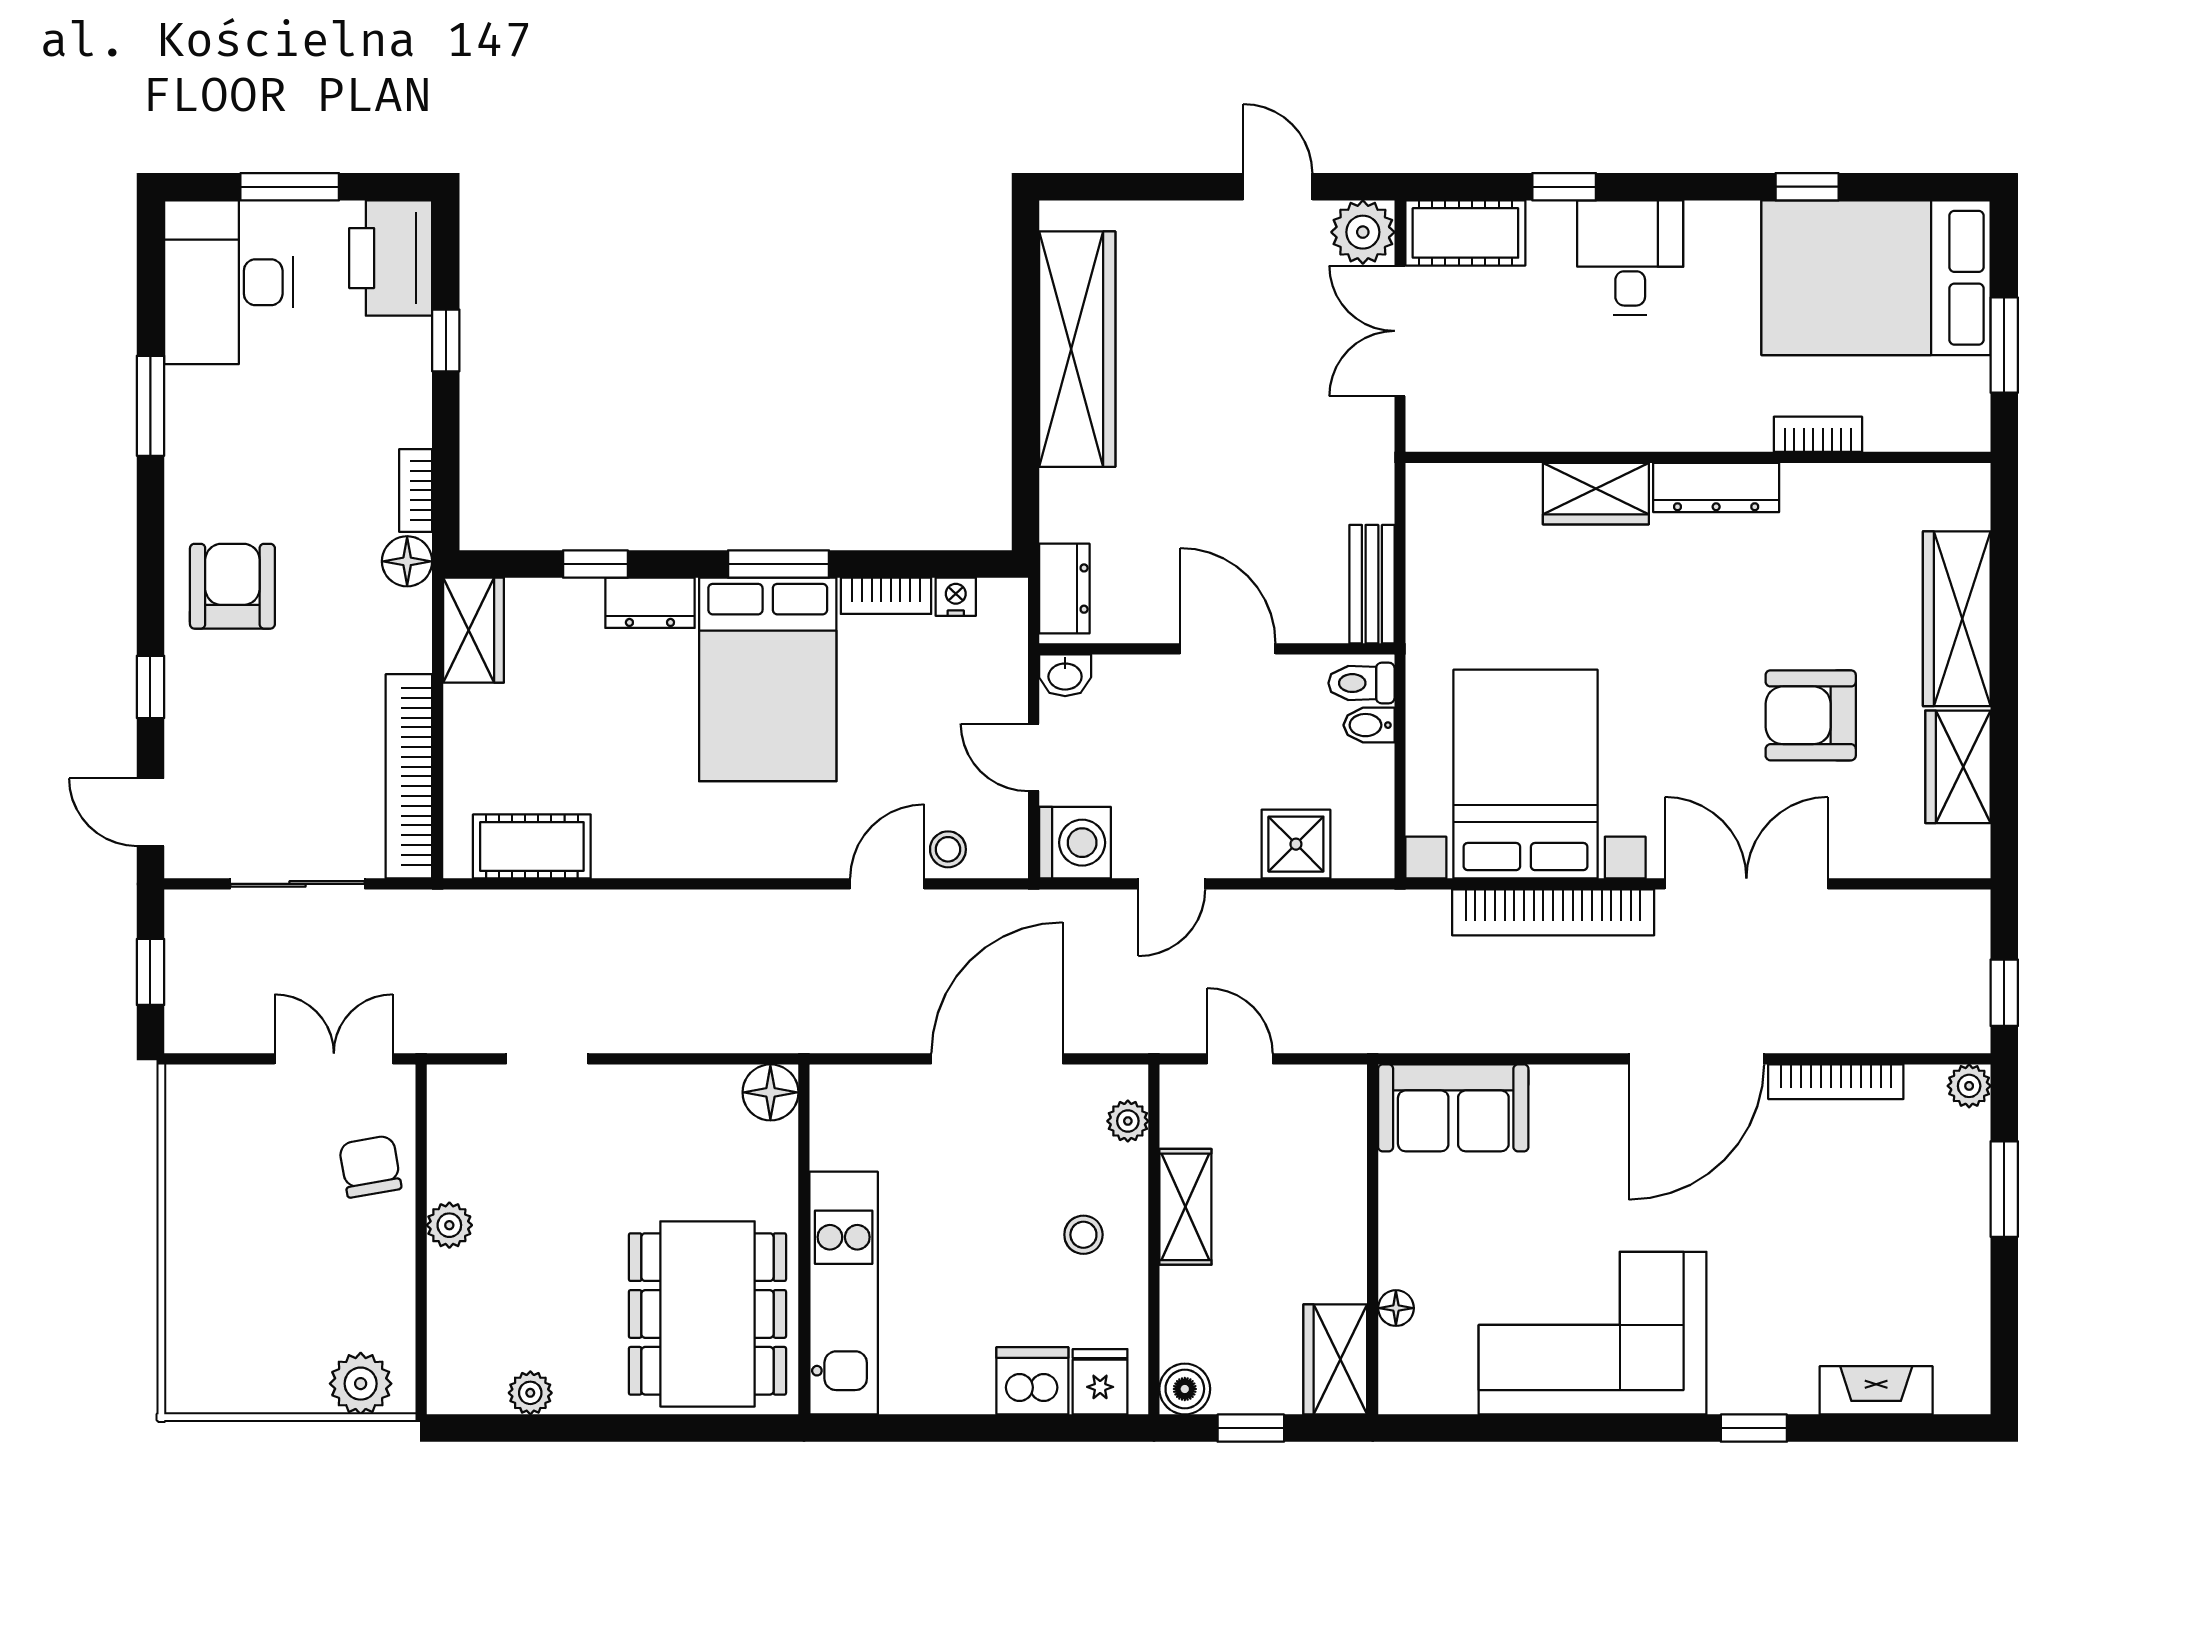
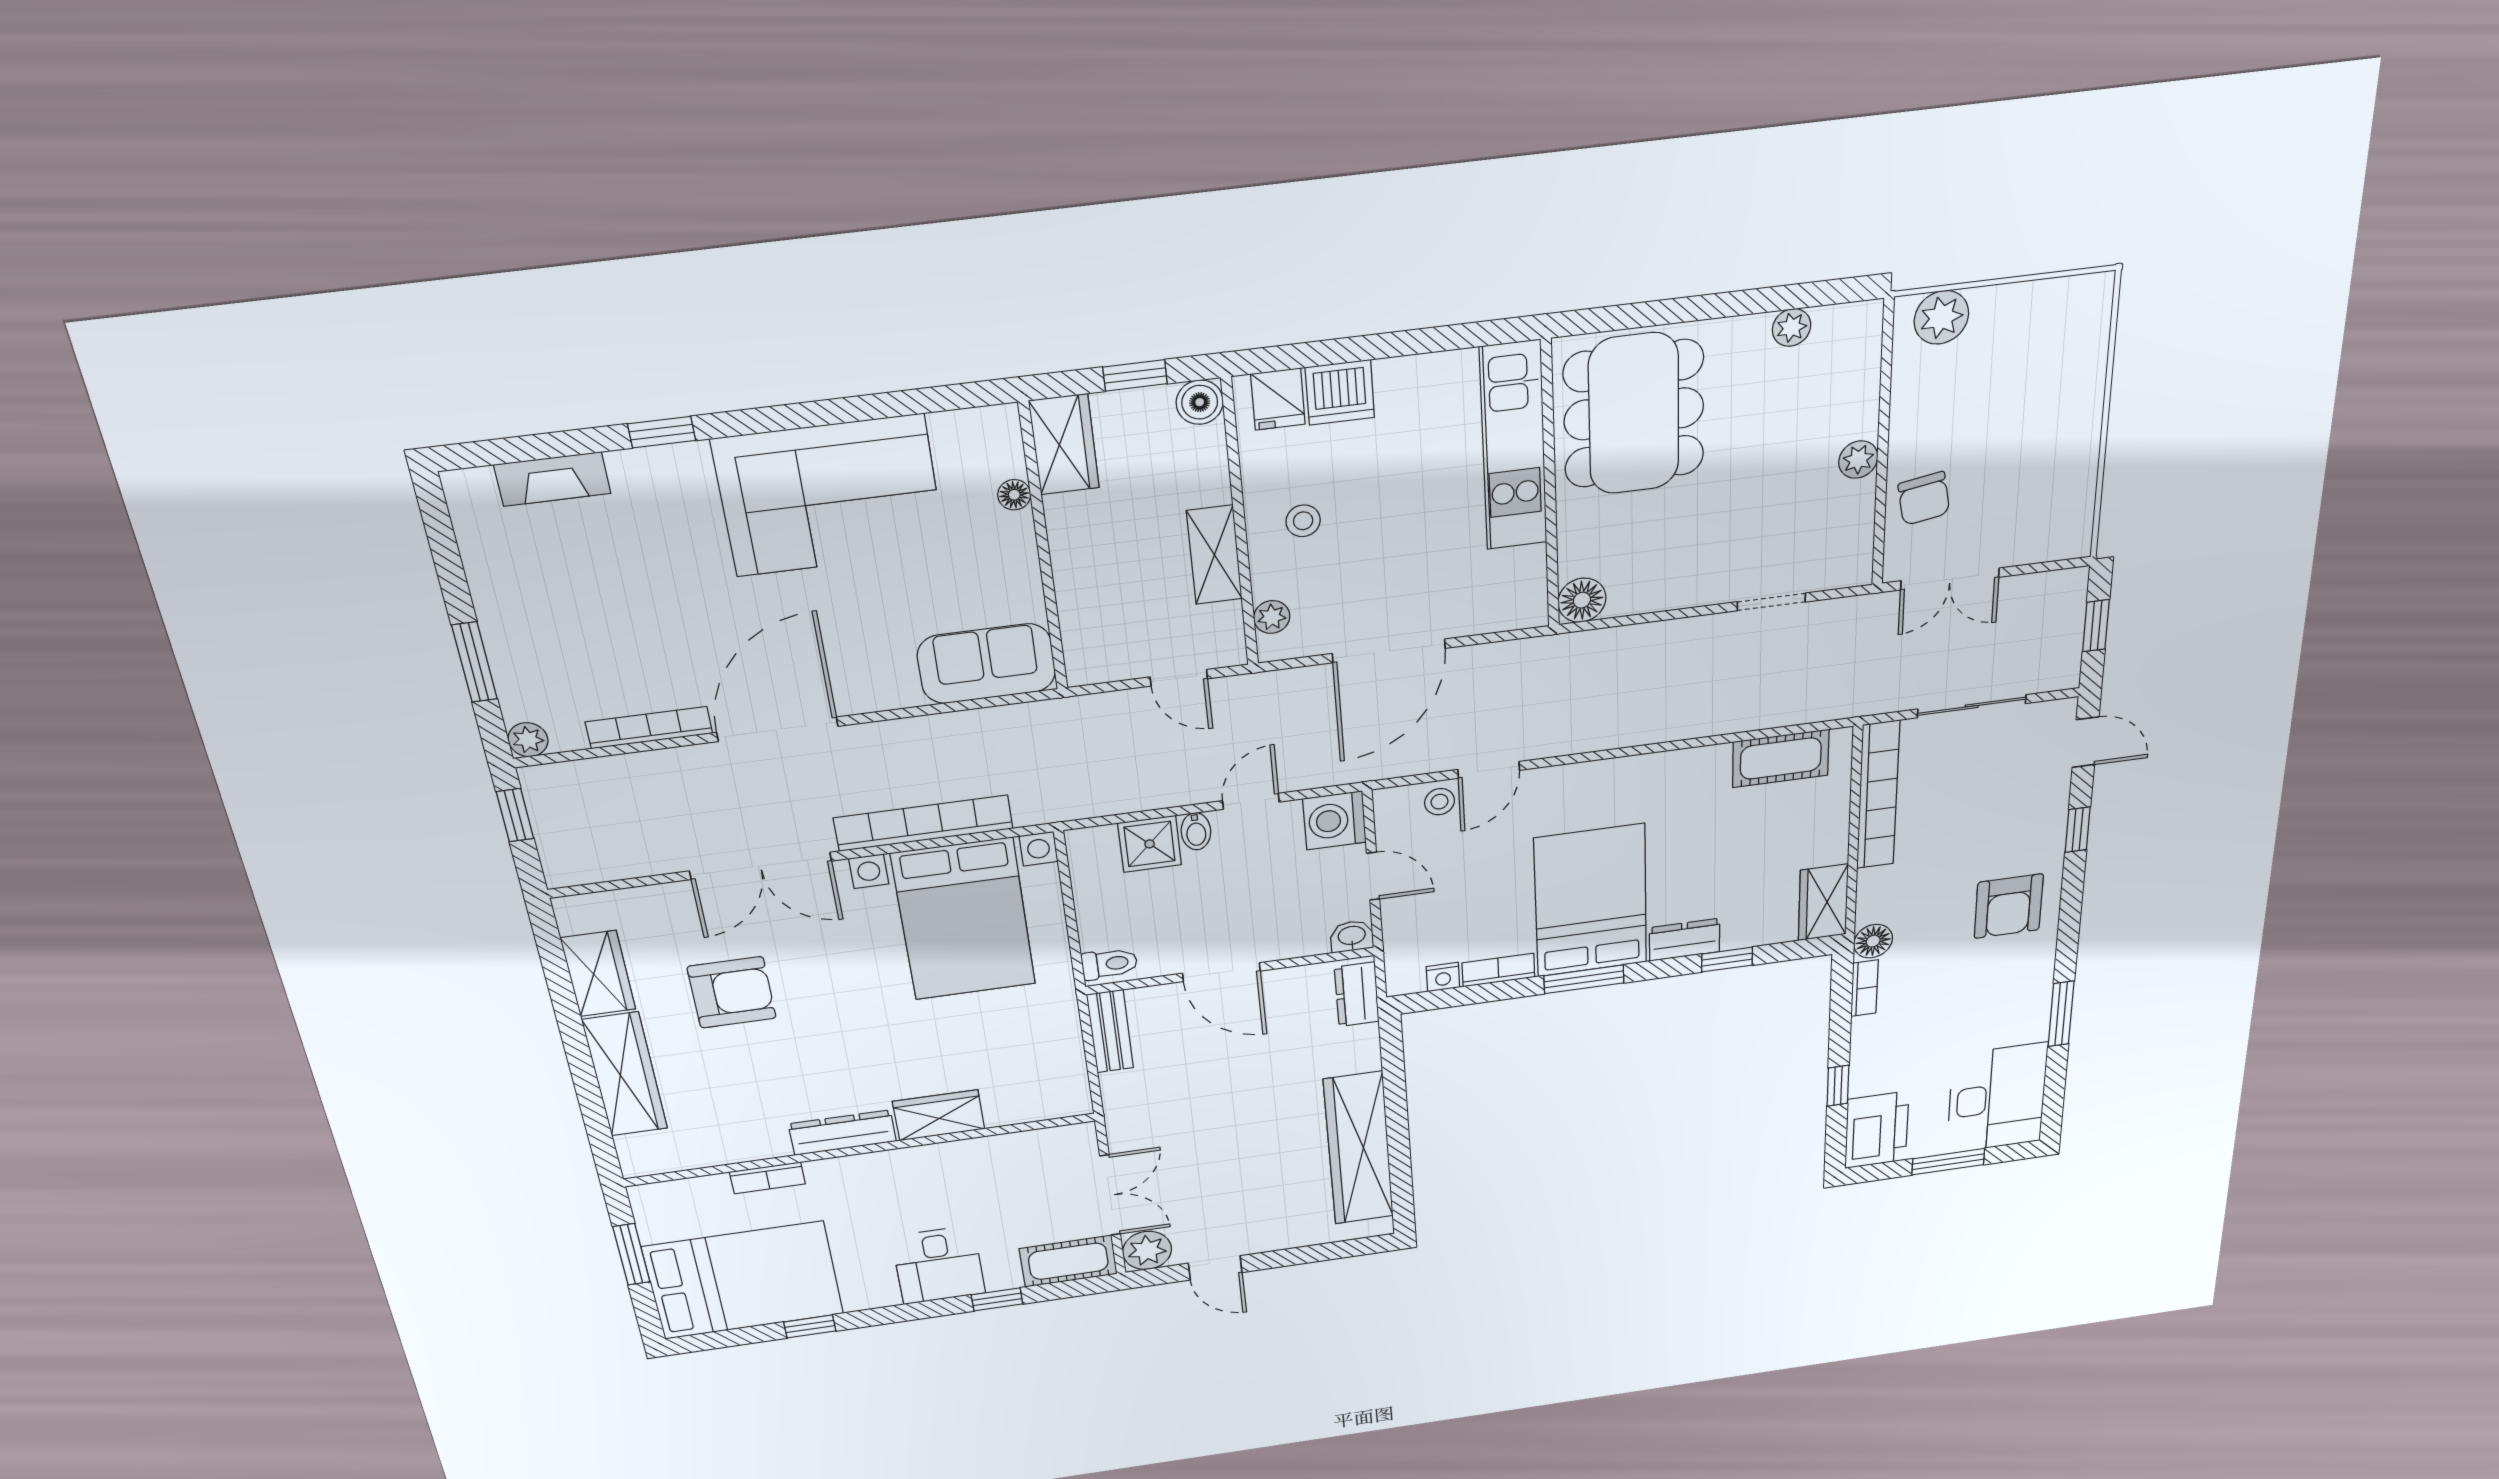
bidet: (1369, 725) -> (1196, 831), moved, turned 90

